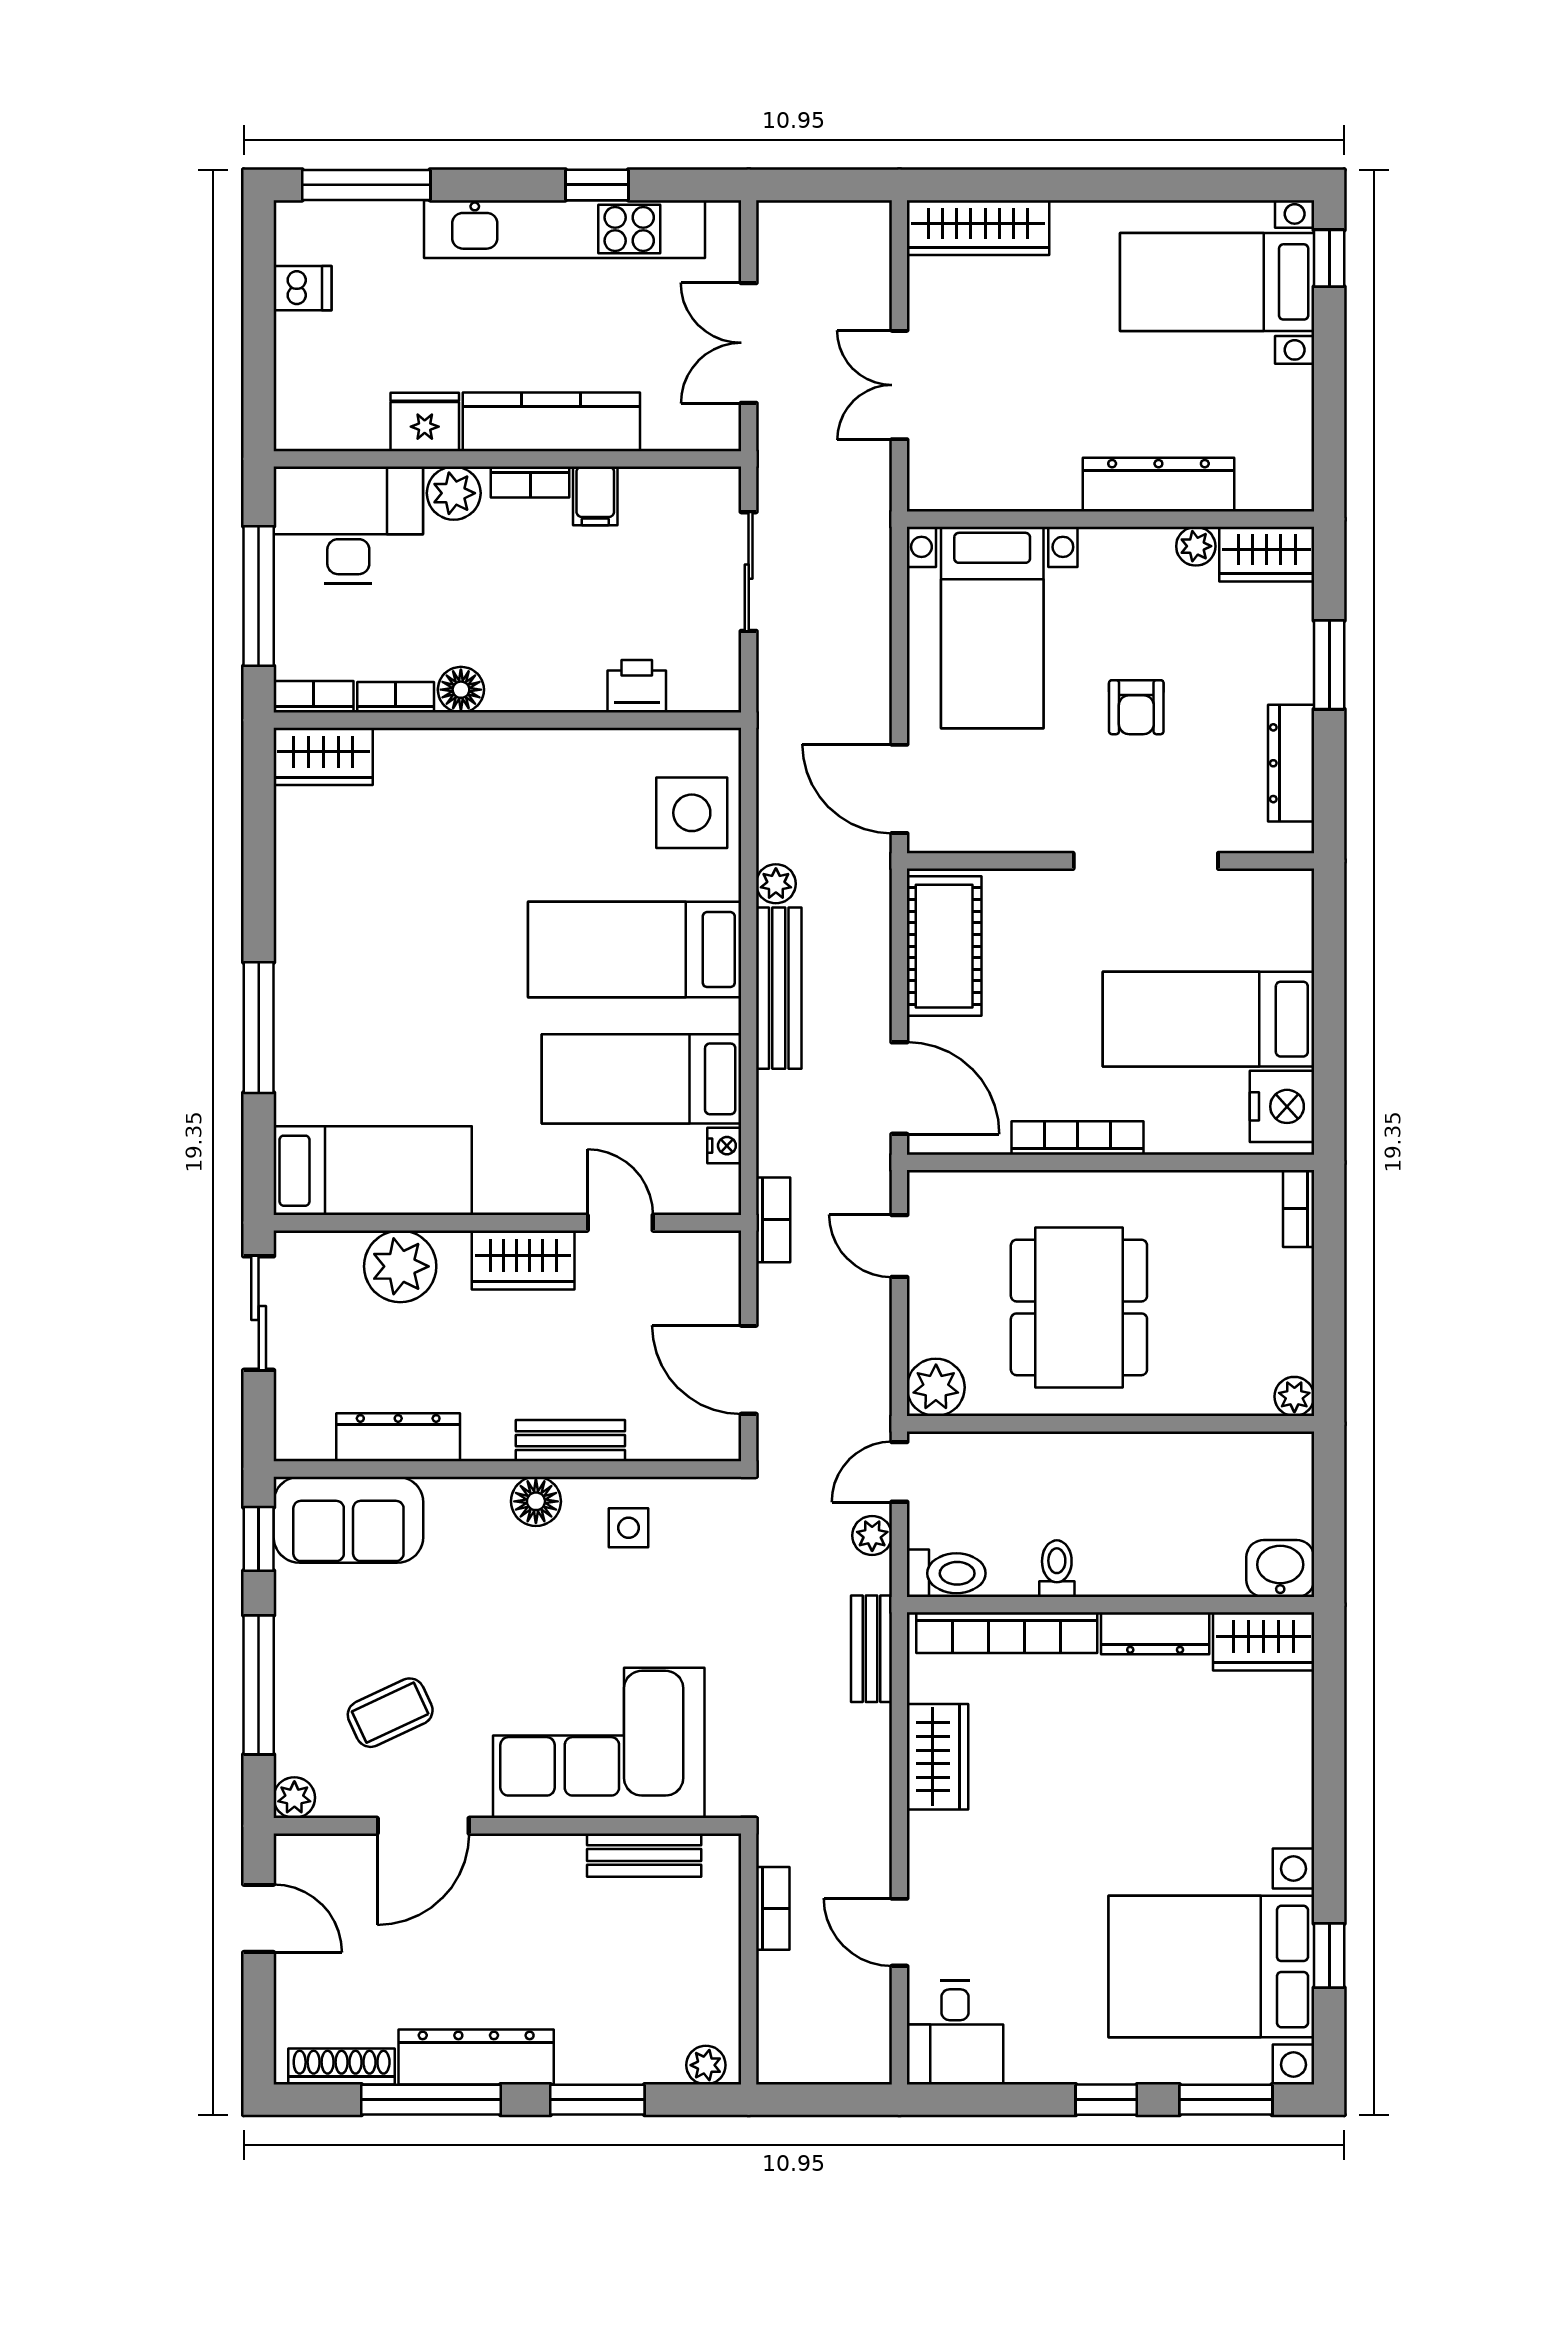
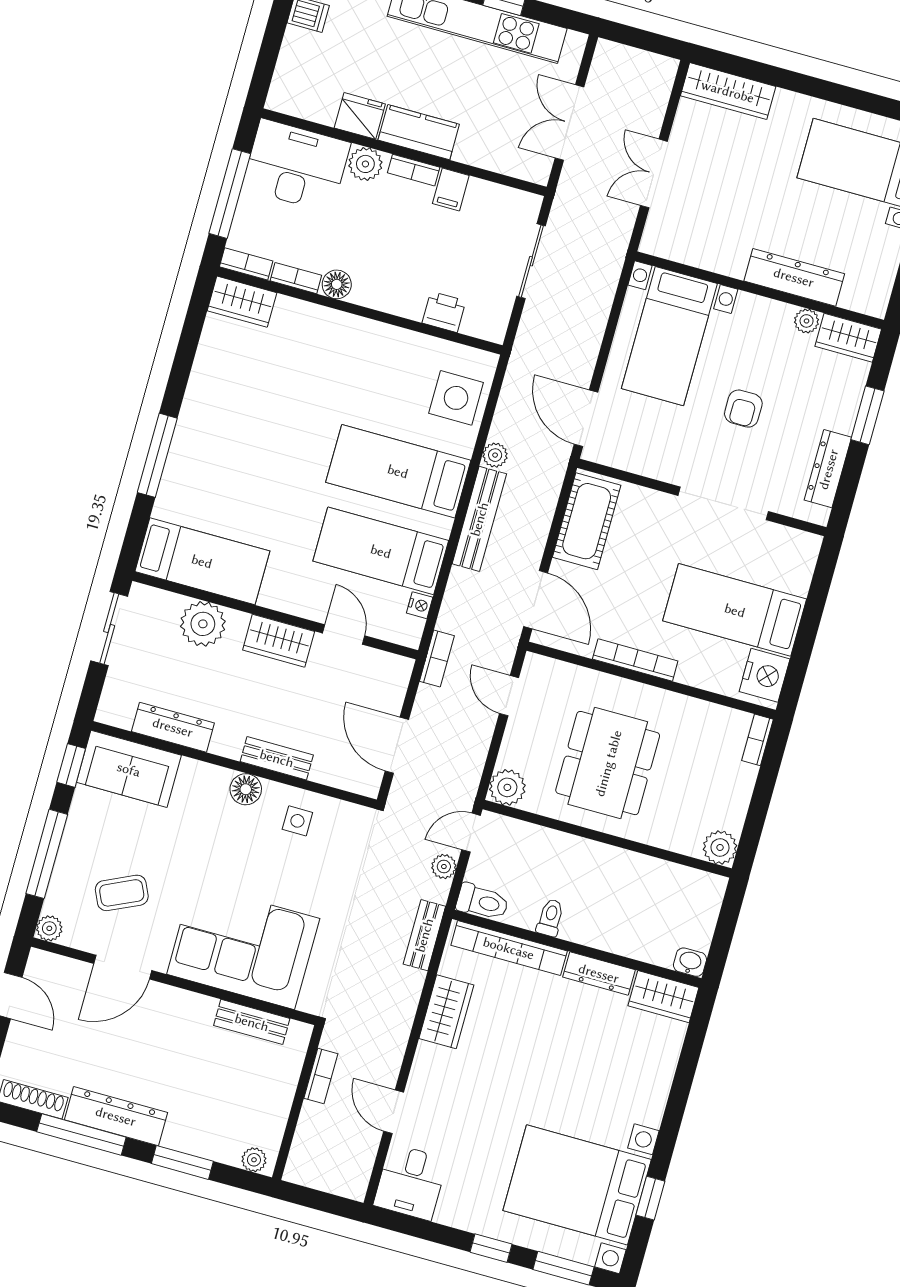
kitchen counter: (551, 422) -> (419, 132), width x0.67
plant: (1294, 1396) -> (720, 847), width x1.38, depth x1.38
washbasin: (1280, 1569) -> (690, 962), width x0.72, depth x0.69

